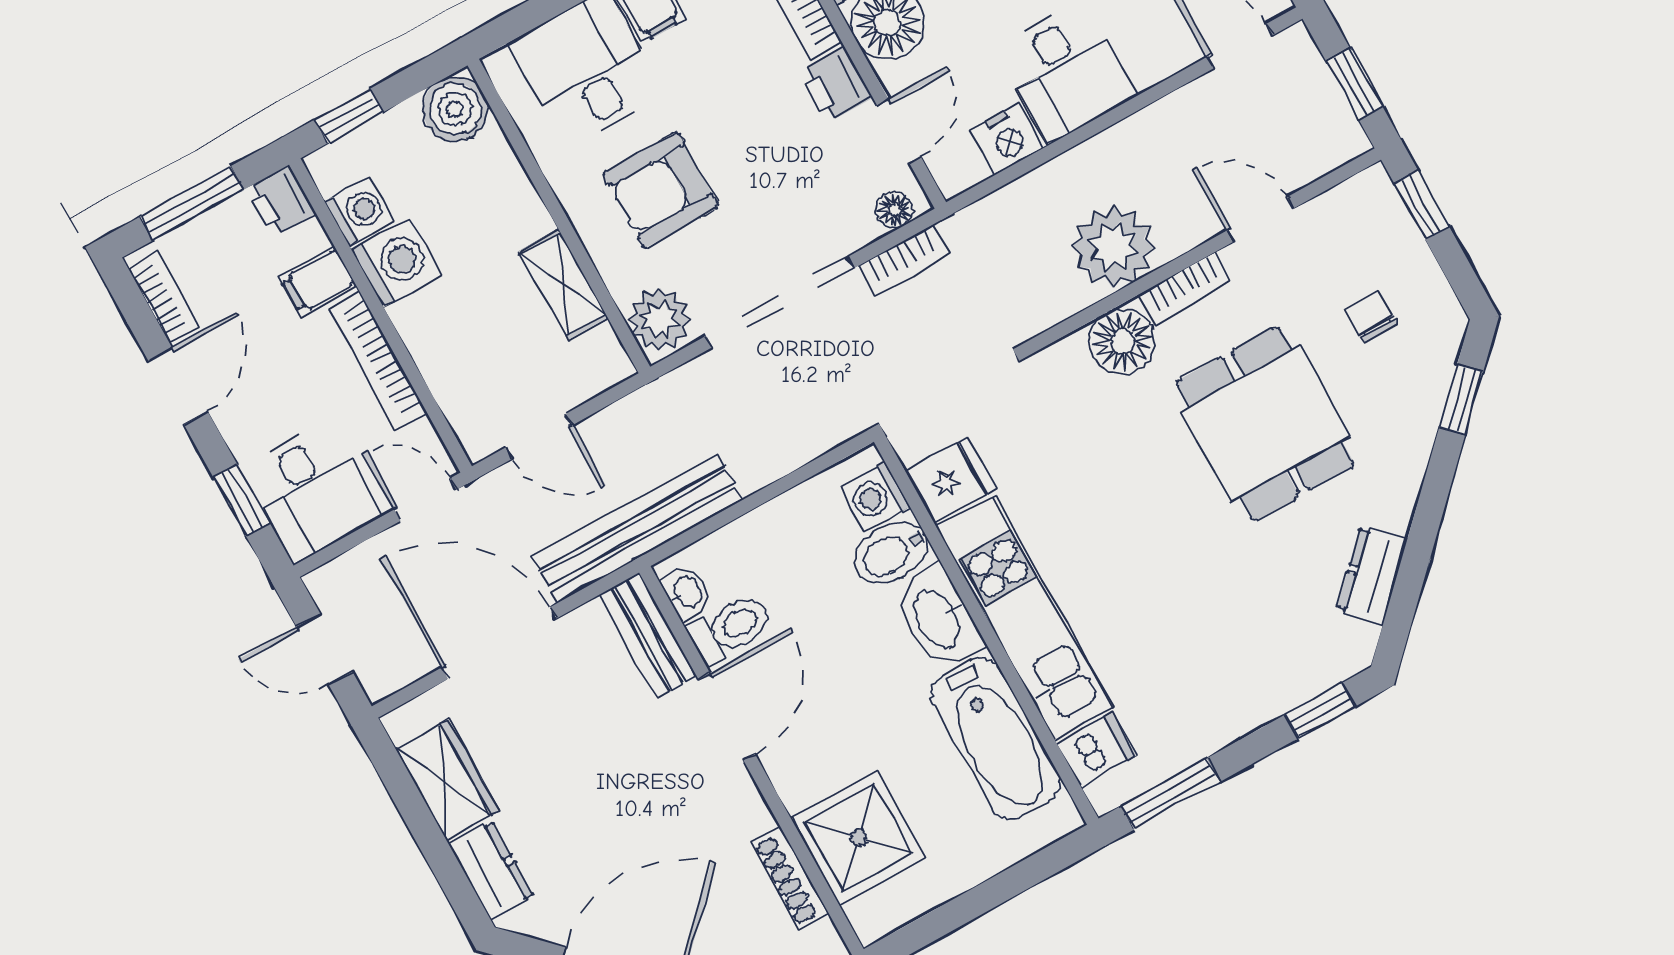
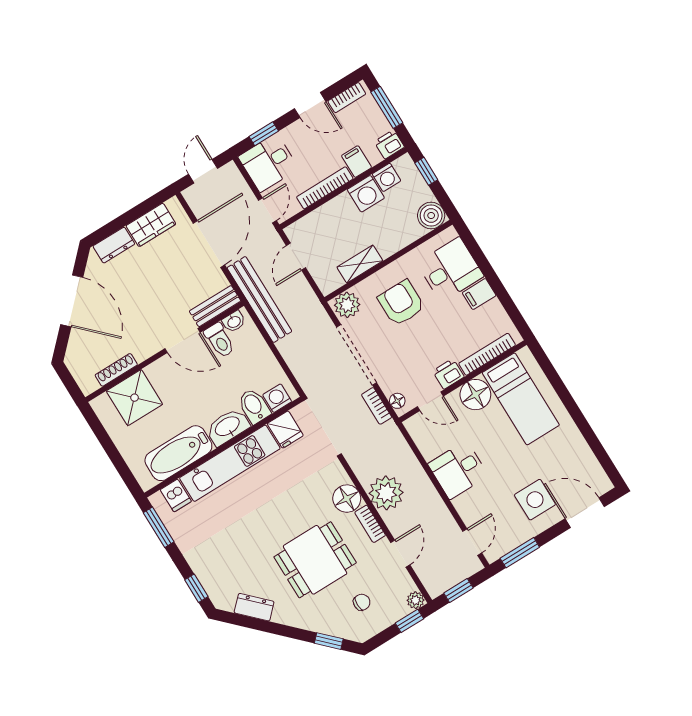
nightstand: (1007, 139) -> (429, 447), removed
plant: (1373, 188) -> (416, 600), added

